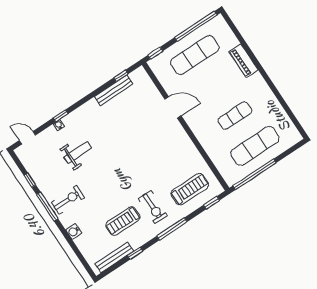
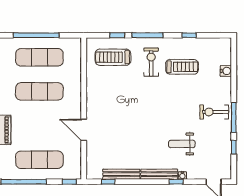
exercise mat: (235, 116) -> (39, 91), width x1.36, depth x1.45
window: (254, 174) -> (36, 35), moved
window: (212, 203) -> (117, 35), moved
water cooler: (74, 231) -> (226, 71), moved
bench: (114, 258) -> (159, 174), moved

